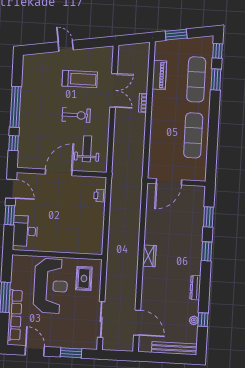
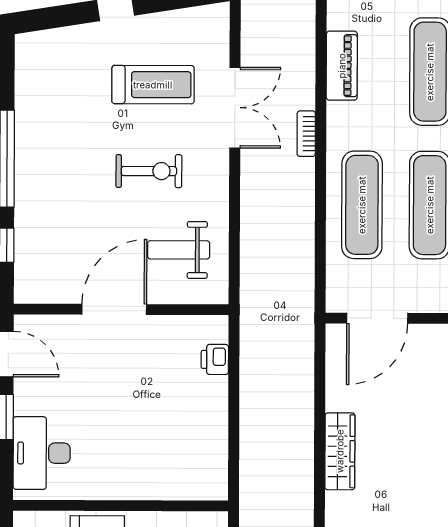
exercise mat: (165, 134) -> (362, 205), added
weight bench: (87, 149) -> (179, 250), turned -90
wardrobe: (149, 256) -> (340, 451), moved, width x1.50

